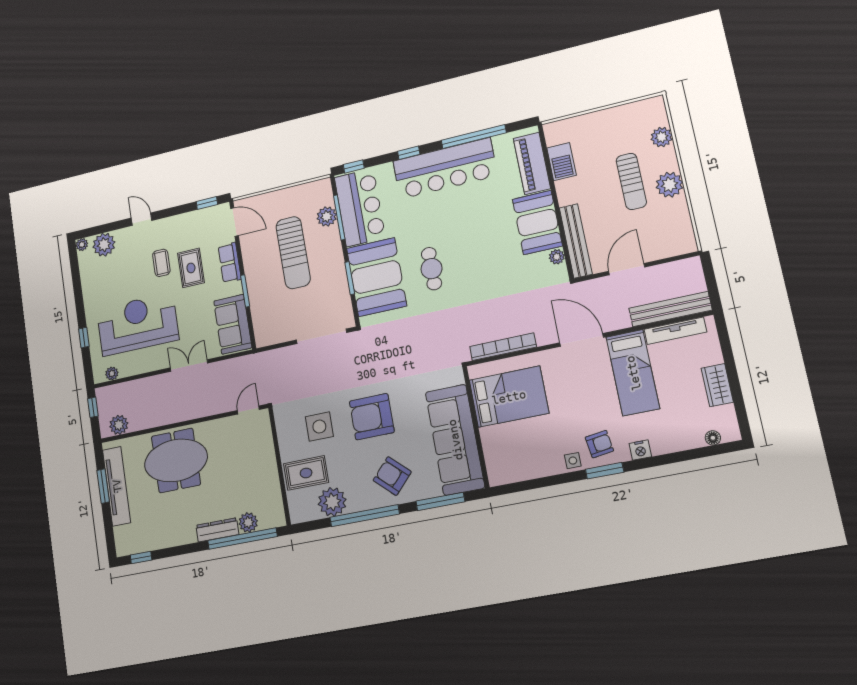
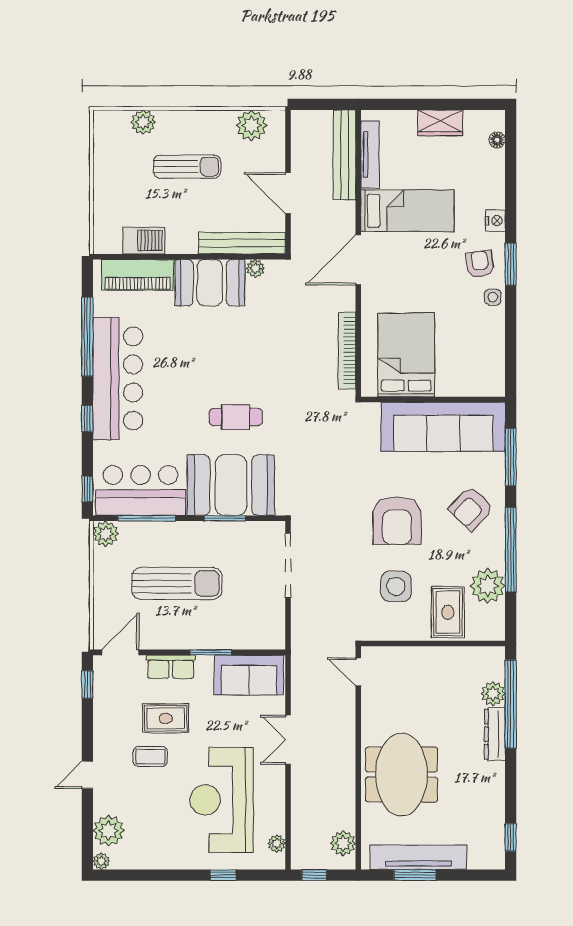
plant: (669, 185) -> (252, 125), moved
plant: (327, 216) -> (106, 534), moved

